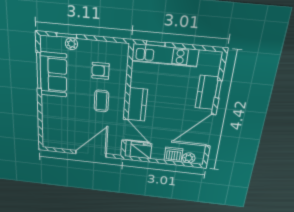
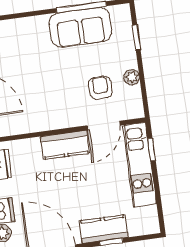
plant: (71, 44) -> (132, 77), moved
coffee table: (101, 101) -> (58, 97), removed
door: (125, 130) -> (103, 126), moved

